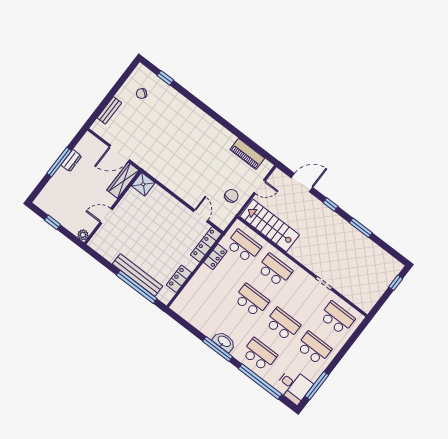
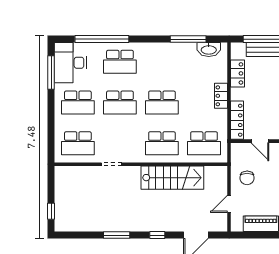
stairs: (270, 226) -> (172, 178), moved
locker: (215, 257) -> (221, 96), moved
washbasin: (224, 342) -> (209, 50), moved
window: (218, 349) -> (188, 39), moved
desk: (294, 386) -> (70, 63), width x1.37

